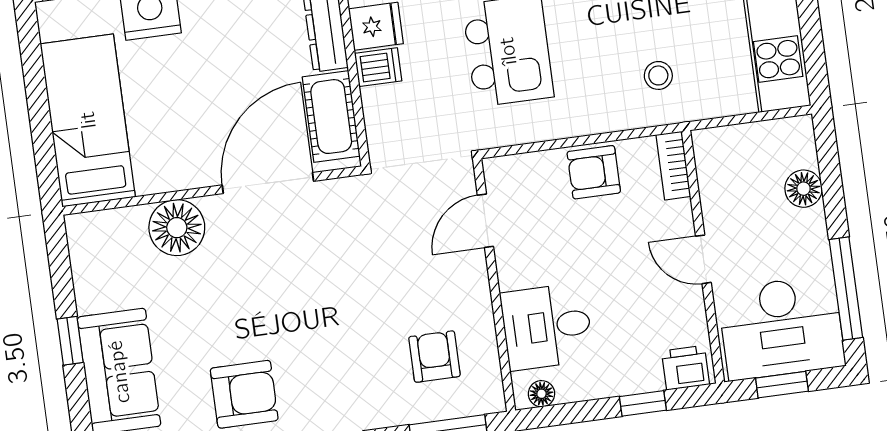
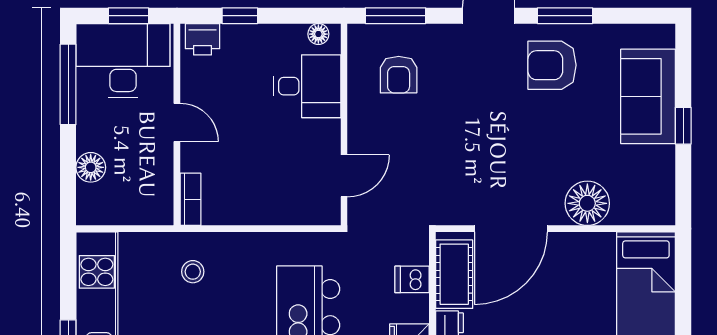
dishwasher: (378, 67) -> (412, 279), moved
armchair: (594, 172) -> (254, 203), removed

